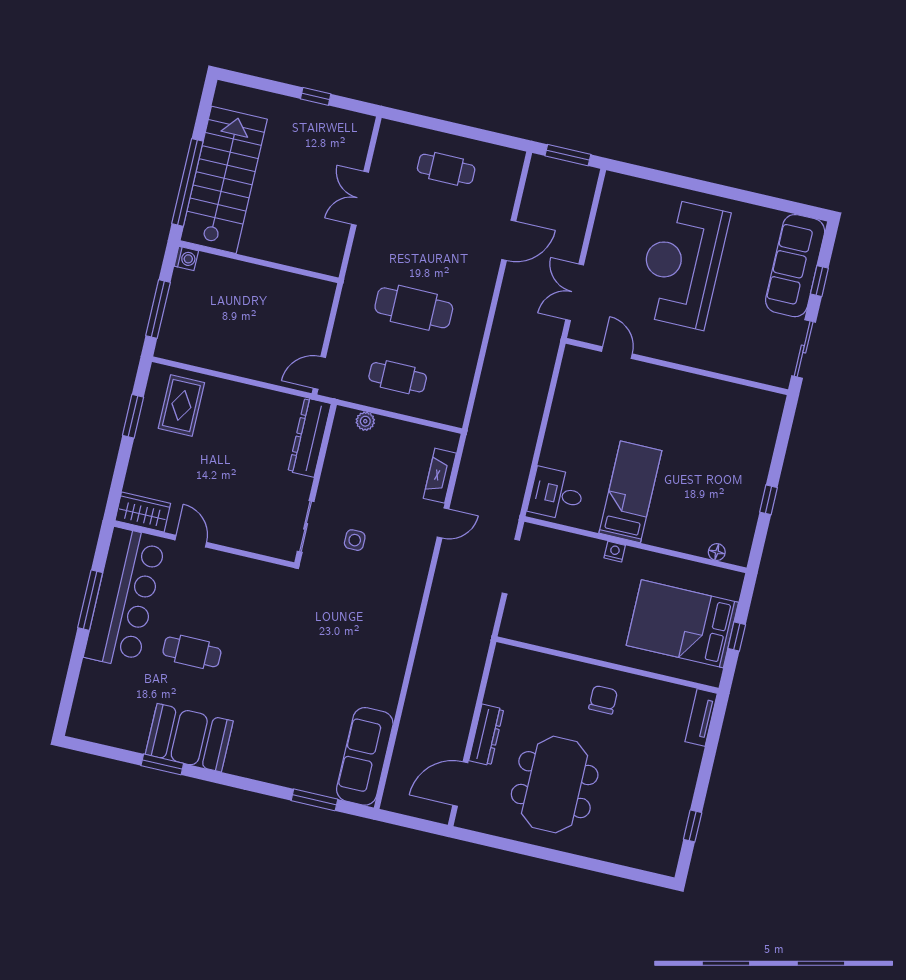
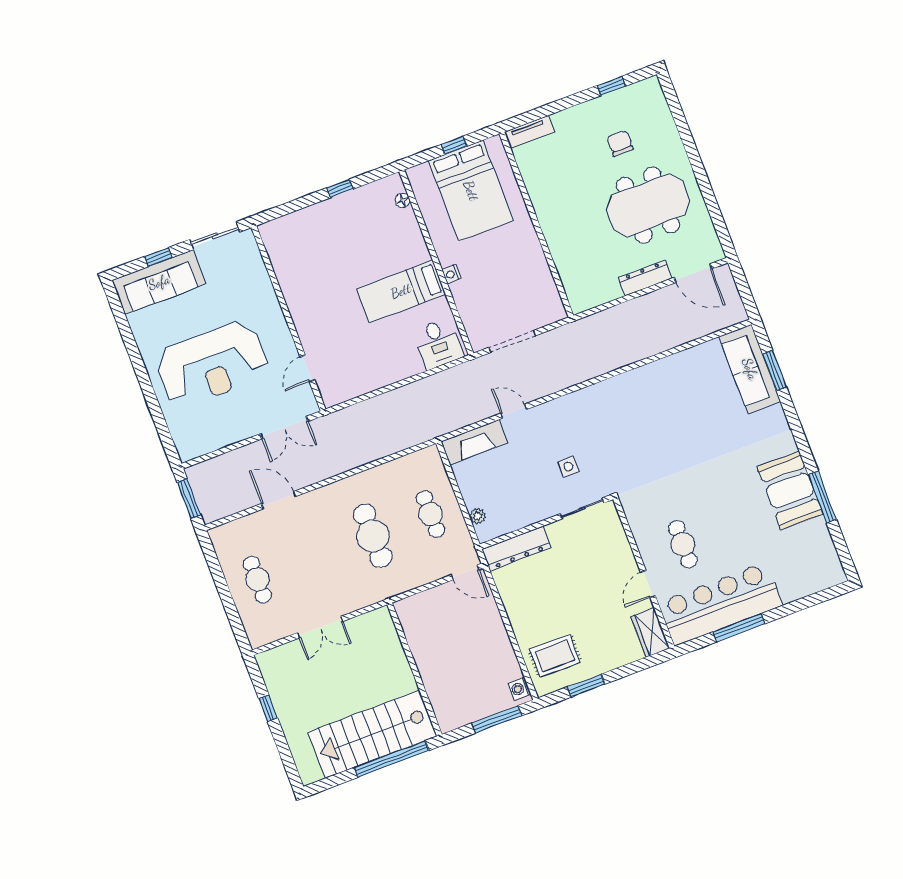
washing machine: (186, 258) -> (519, 688), moved, turned -90
fireplace: (440, 476) -> (474, 442), width x1.37, depth x1.32
cafe table: (192, 652) -> (683, 544), moved
chair: (603, 700) -> (620, 143), moved, turned 90
sofa: (365, 756) -> (750, 369), moved, turned 90
window: (162, 764) -> (822, 497), width x1.44

